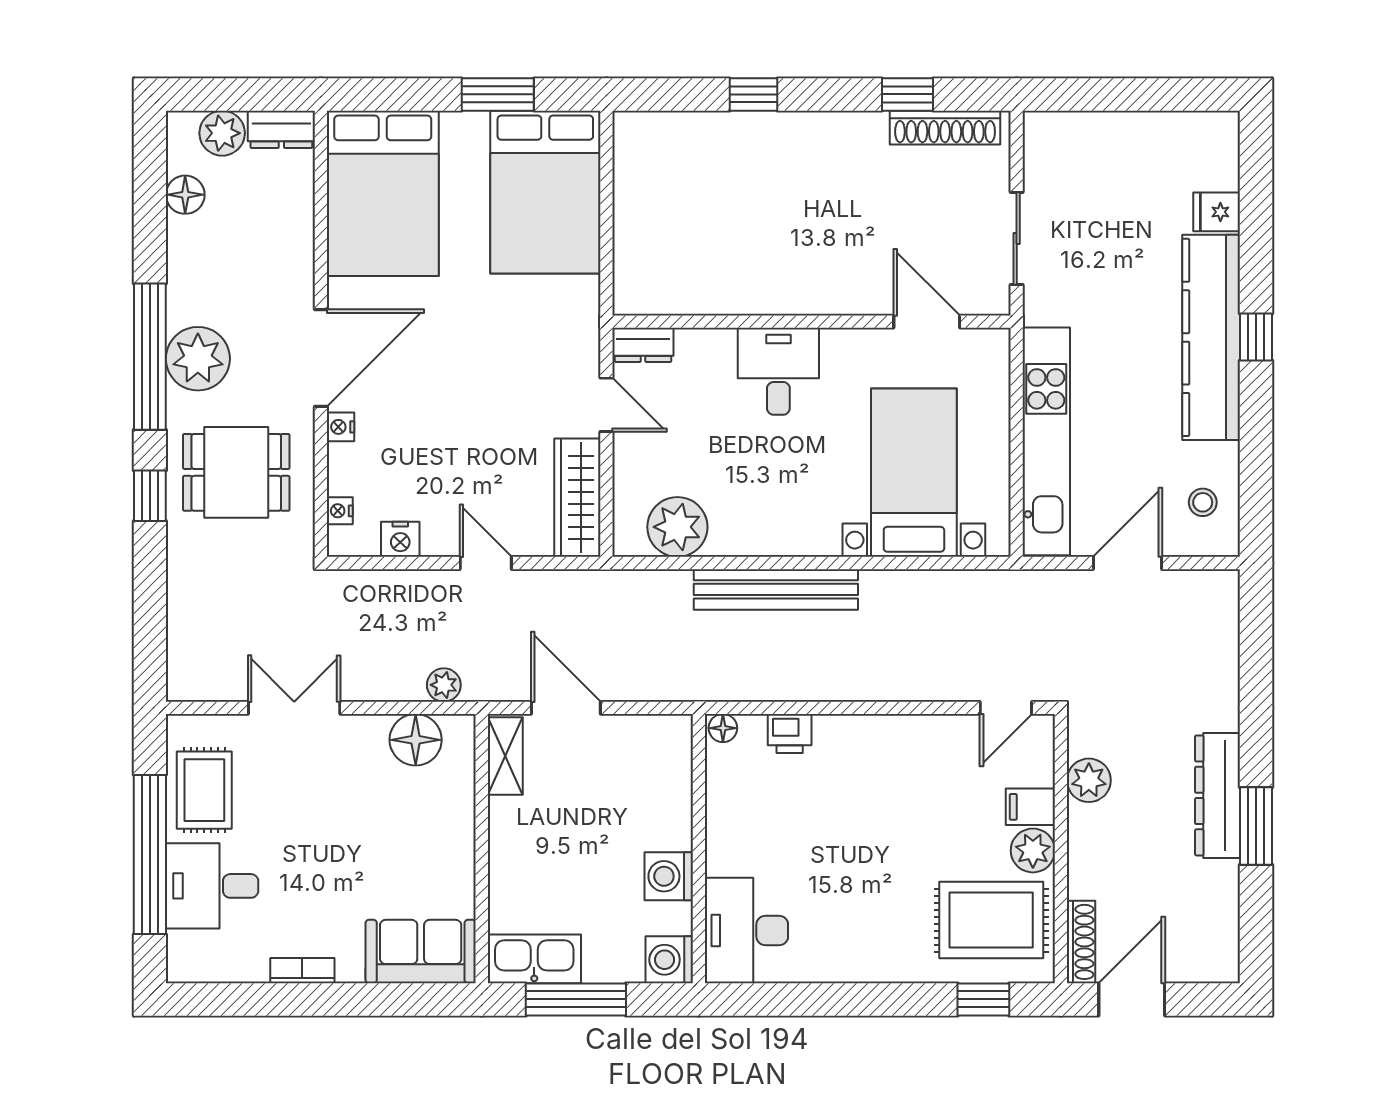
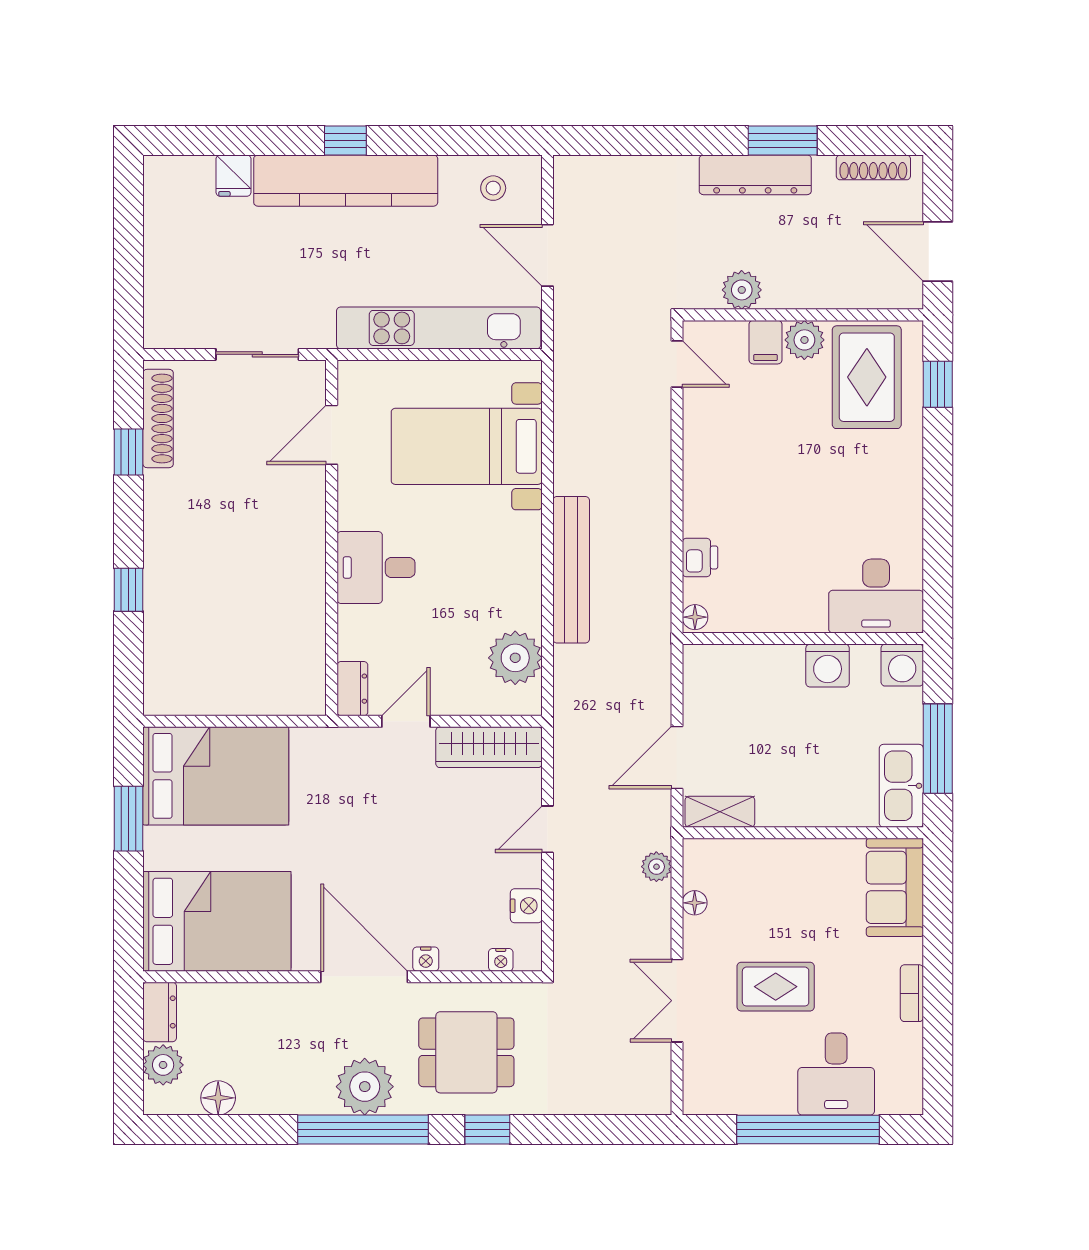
dining table: (236, 472) -> (466, 1052), turned 90
floor lamp: (416, 740) -> (695, 903), width x0.53, depth x0.53
rug: (204, 790) -> (776, 987), moved
shoe rack: (1081, 942) -> (873, 167), moved, turned 180

